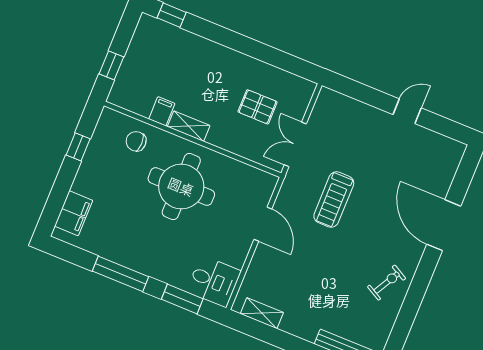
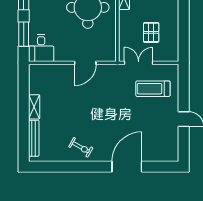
treadmill: (334, 199) -> (153, 89), moved
shelving: (262, 313) -> (34, 107), moved

